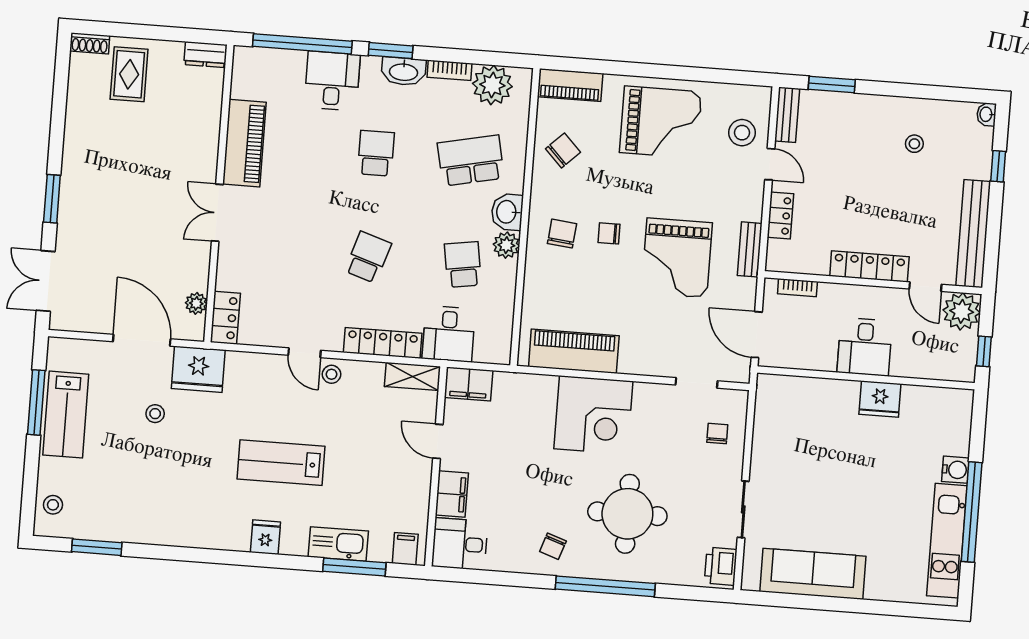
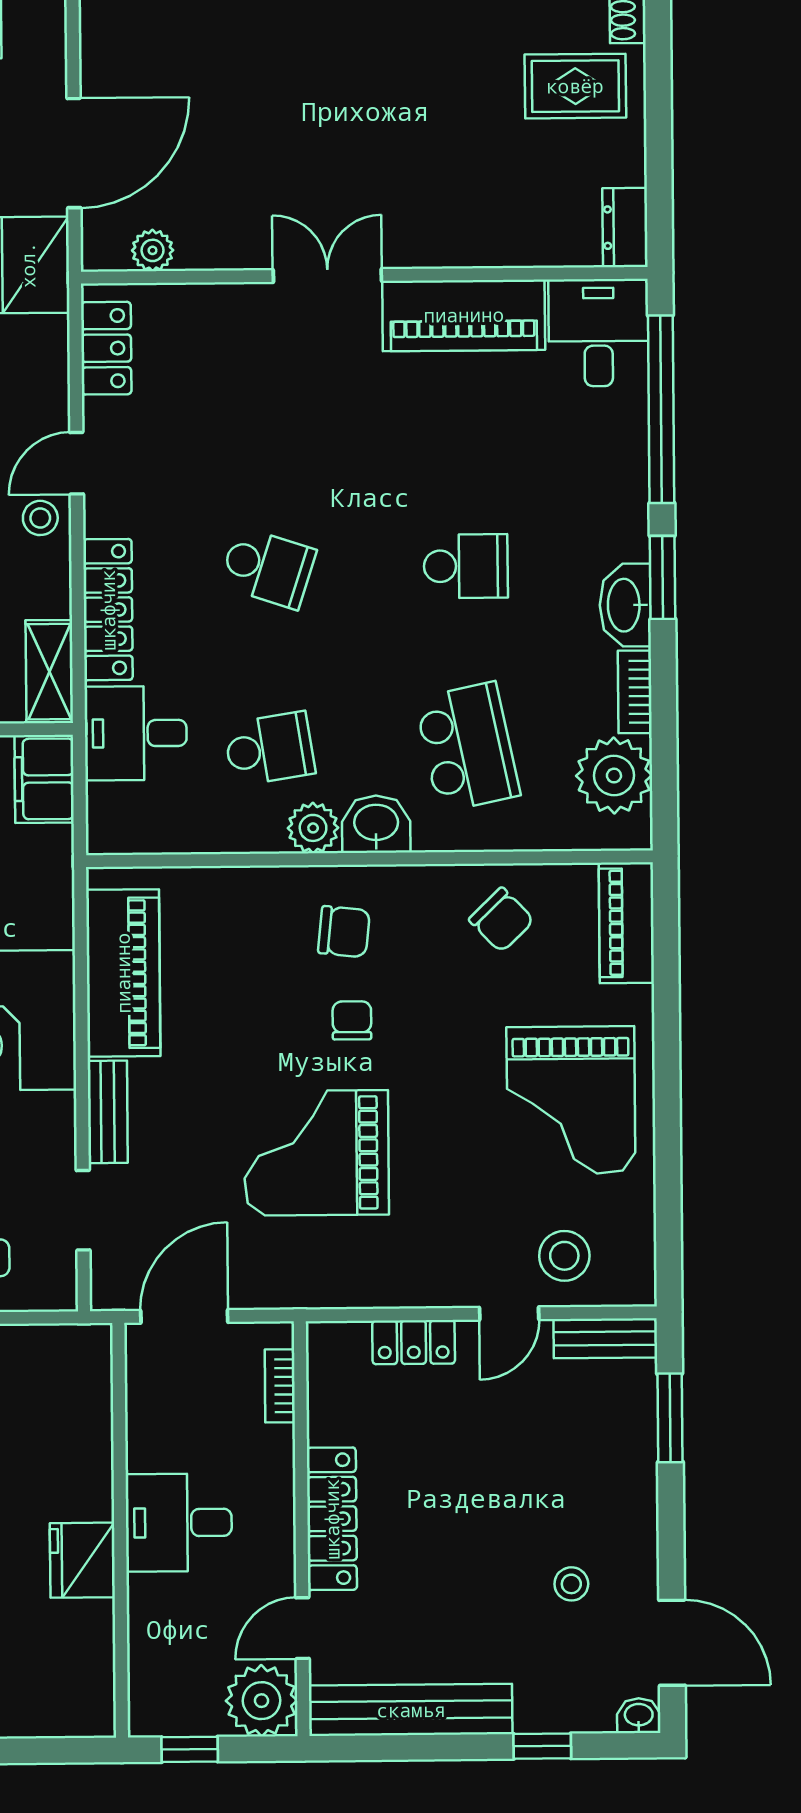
desk: (332, 81) -> (598, 333), moved, turned -90
door: (950, 94) -> (672, 1643), added
bench: (750, 249) -> (108, 1112), moved, turned 90
locker: (225, 318) -> (106, 348), moved, turned -90

